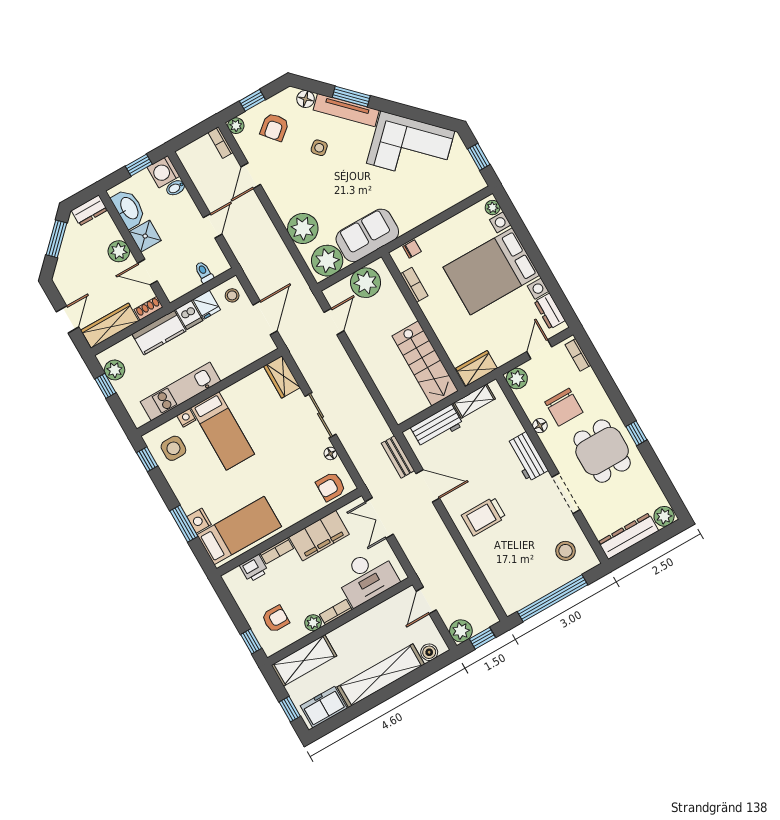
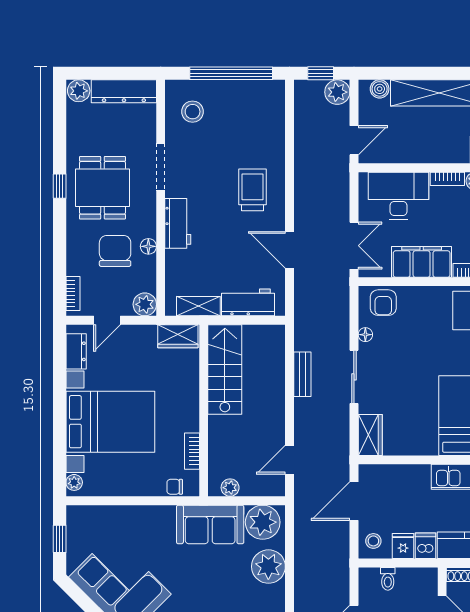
plant: (366, 283) -> (230, 488), width x0.53, depth x0.53
bench: (398, 457) -> (302, 374), moved
armchair: (331, 486) -> (383, 303), turned 90
trolley: (484, 516) -> (252, 190), turned -90

